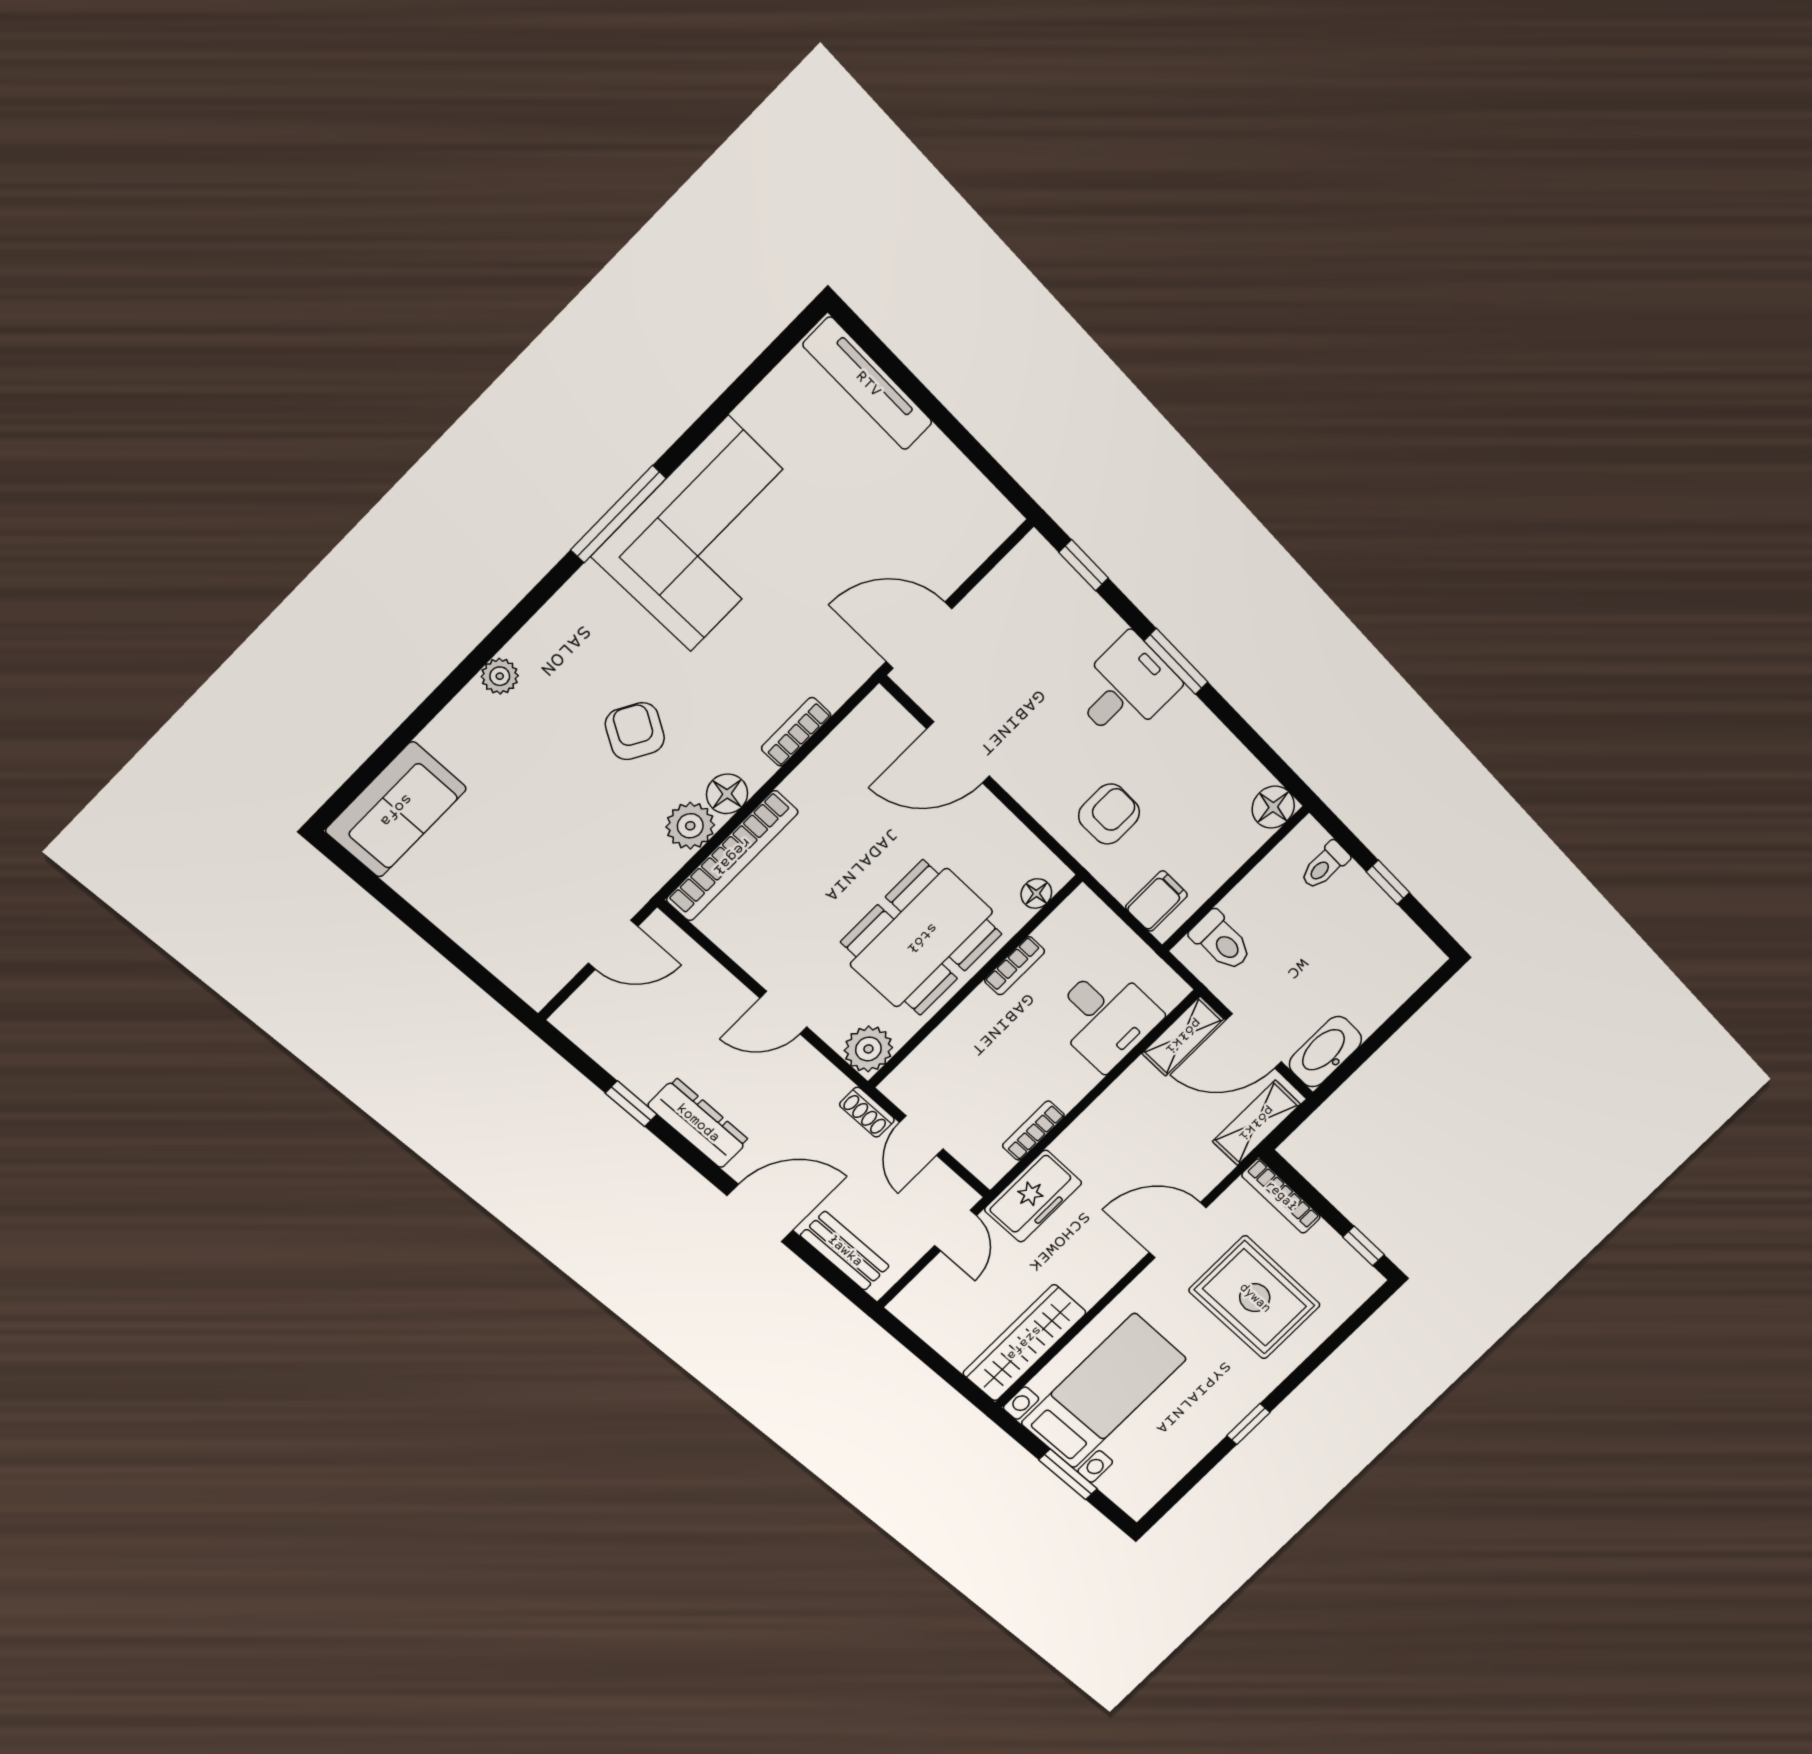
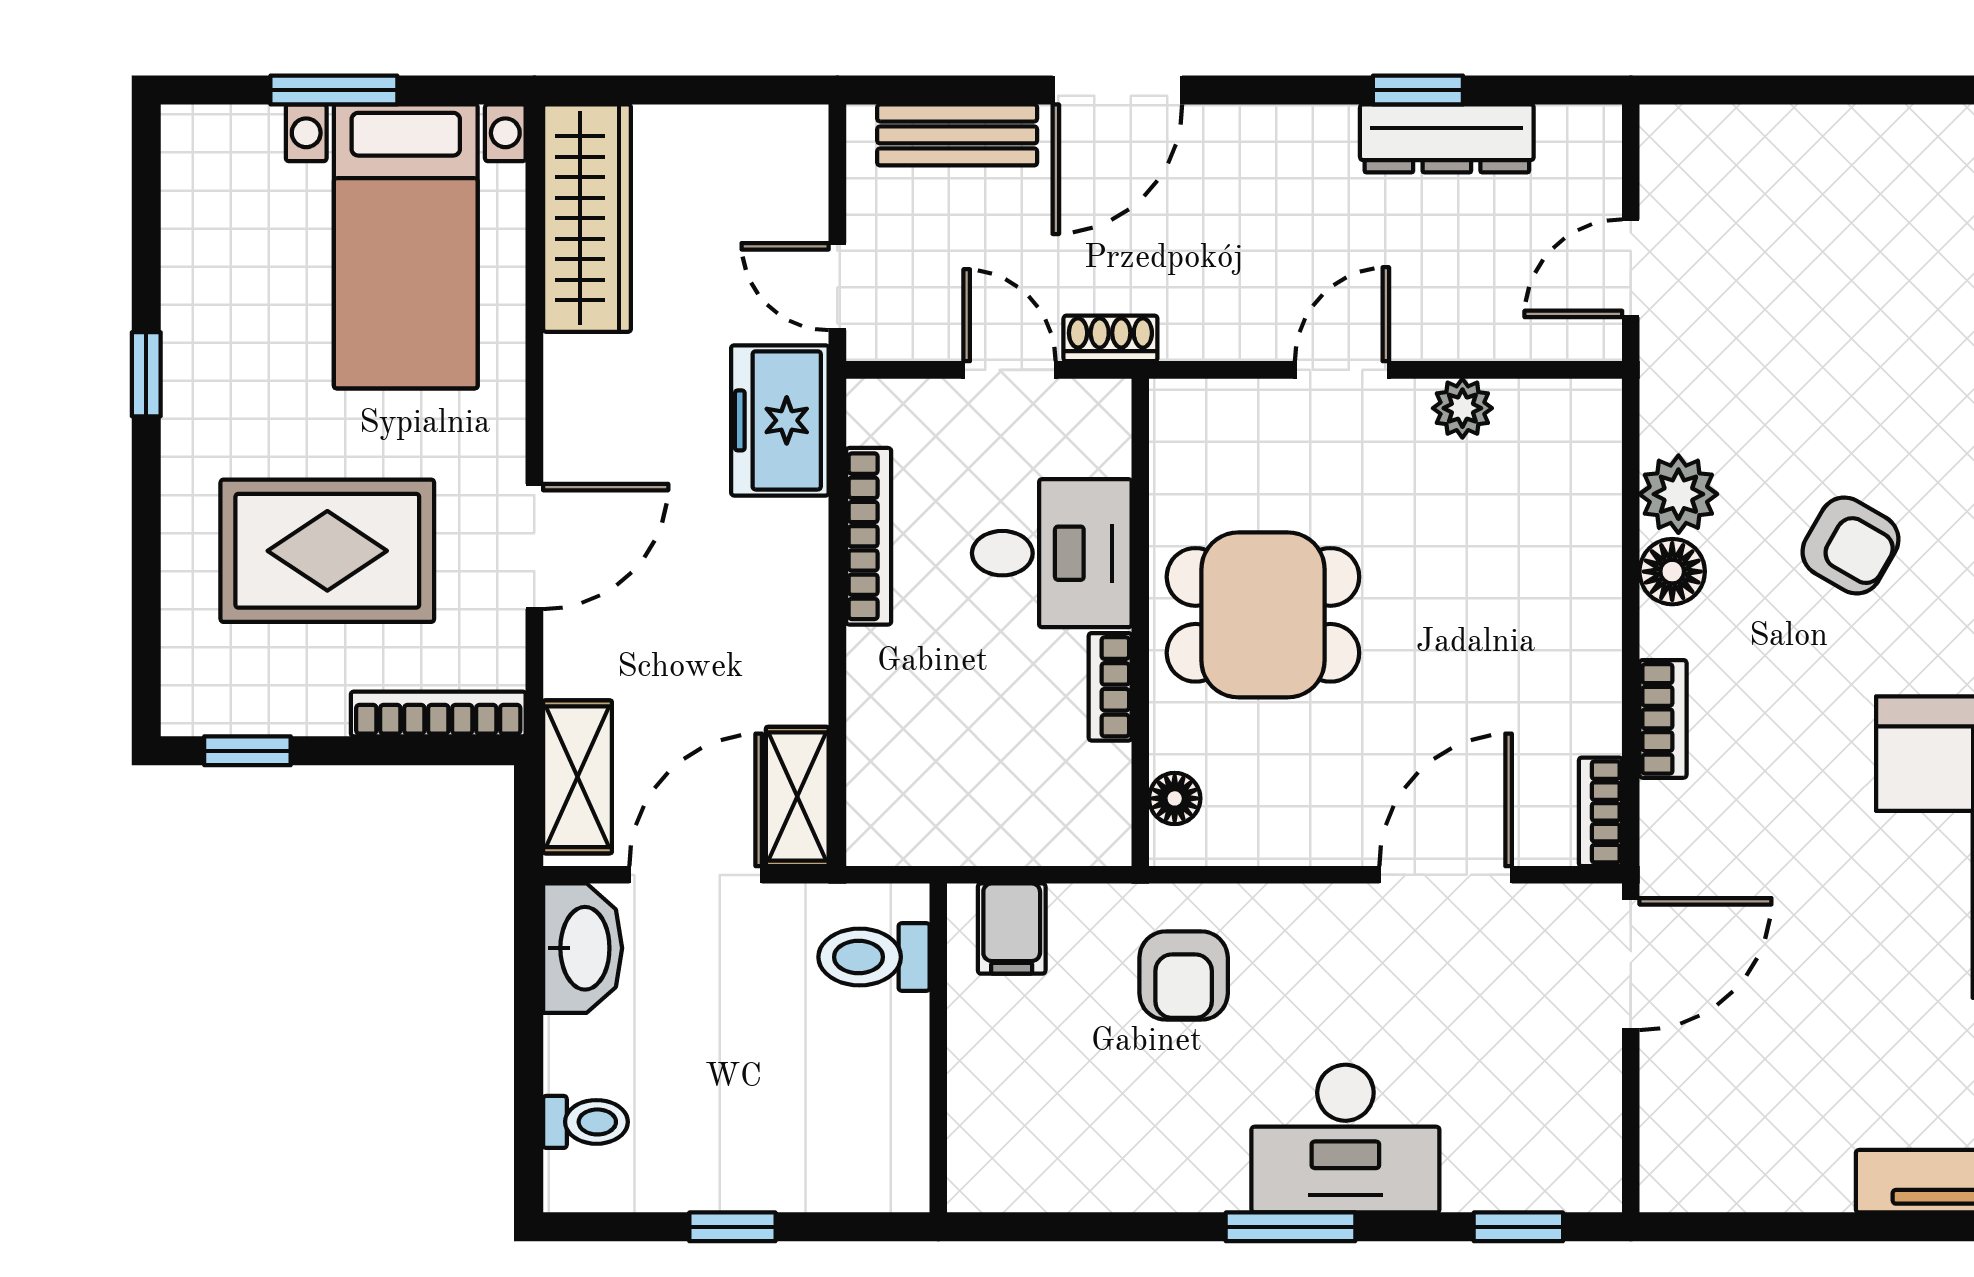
desk: (1126, 688) -> (1345, 1139), width x1.37
floor lamp: (1273, 807) -> (983, 1176), removed
bookcase: (732, 856) -> (1600, 812), moved, width x0.43, depth x0.76
toilet: (1325, 865) -> (585, 1122), moved, turned 90
dining table: (922, 938) -> (1263, 615), width x0.73
desk: (1105, 1017) -> (1052, 553), moved, turned 180
plant: (868, 1049) -> (1462, 408), moved, width x0.73, depth x0.73
dresser: (698, 1123) -> (1447, 138), moved
bookcase: (1033, 1131) -> (869, 536), width x1.56

